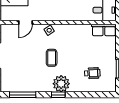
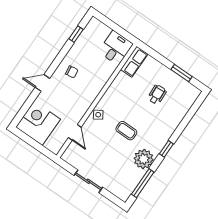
wheelchair: (92, 73) -> (157, 95), moved
plant: (61, 84) -> (144, 159), moved

